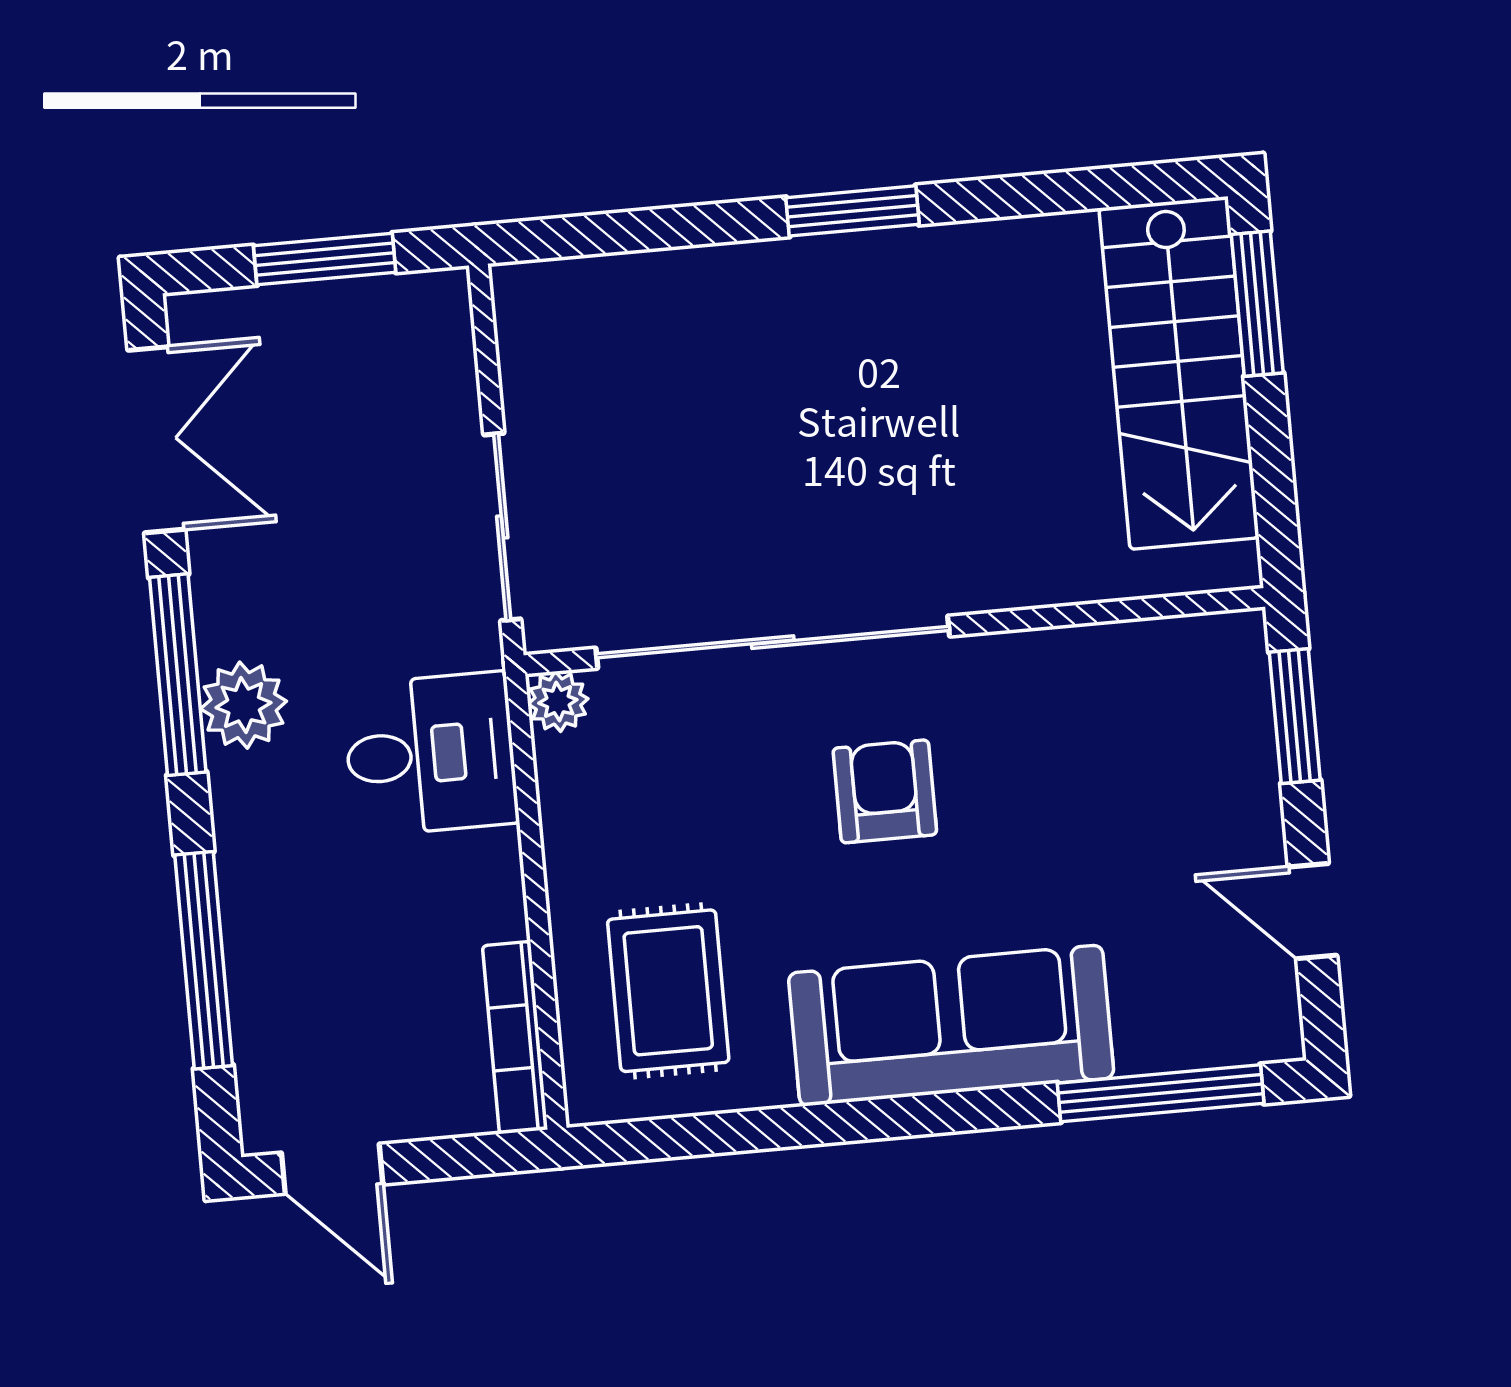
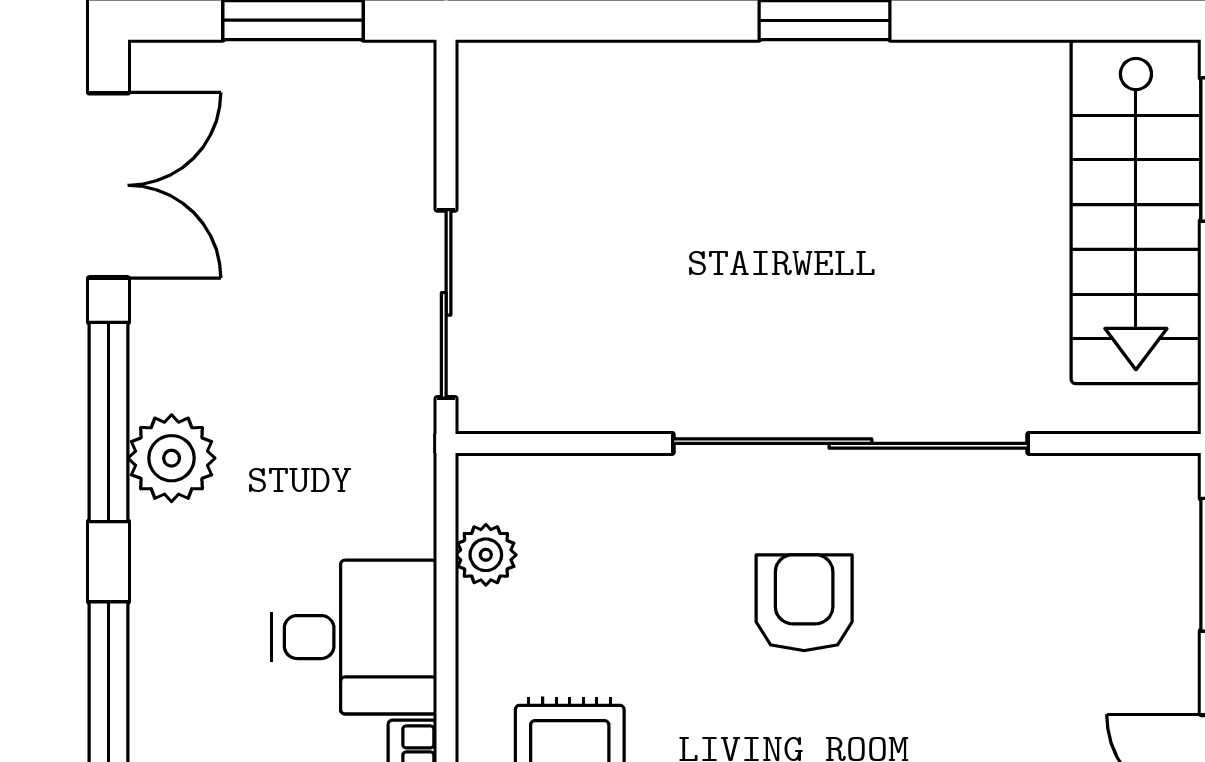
sliding door: (773, 642) -> (850, 443), moved
plant: (558, 701) -> (486, 555), moved
desk: (431, 754) -> (354, 637), moved

